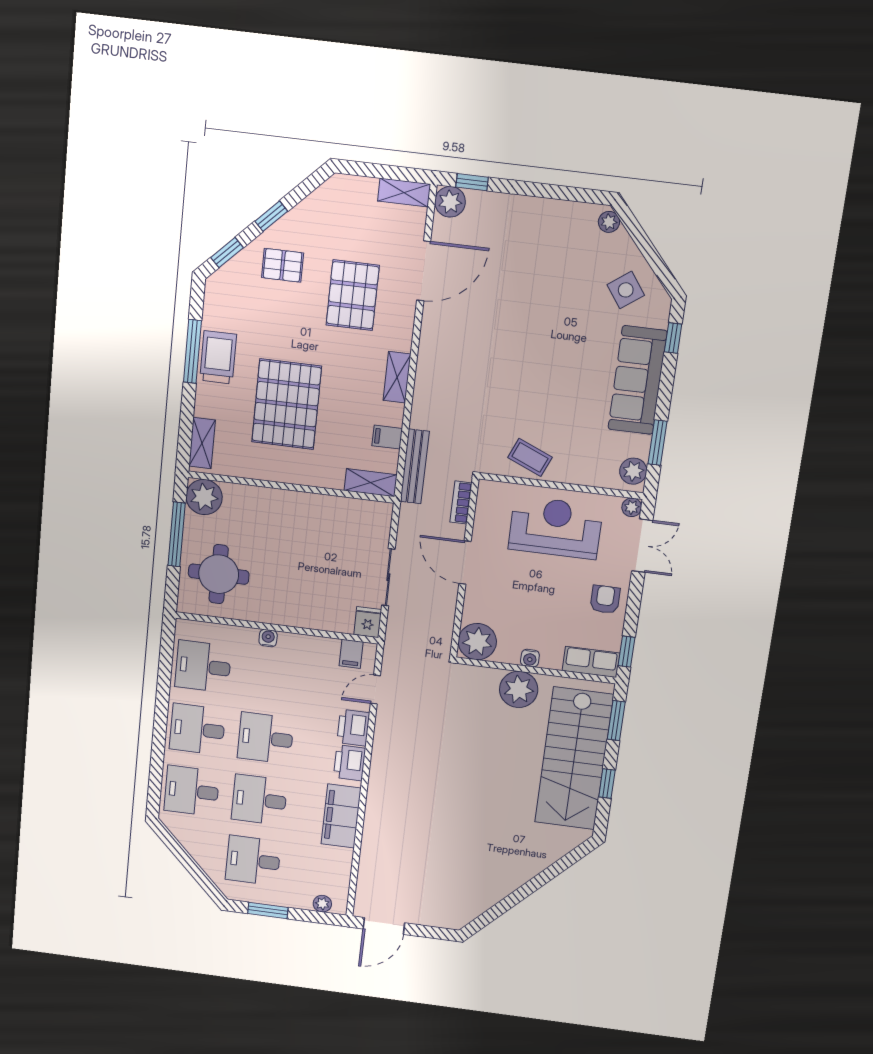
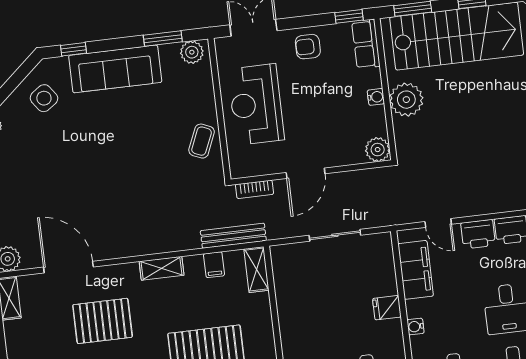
plant: (632, 507) -> (223, 45), removed
fridge: (368, 622) -> (387, 308), moved
plant: (477, 642) -> (378, 150), width x0.73, depth x0.73
filing cabinet: (351, 654) -> (416, 270), width x3.00, depth x1.17

